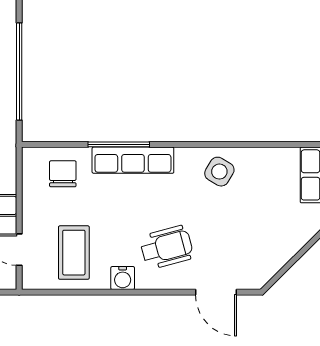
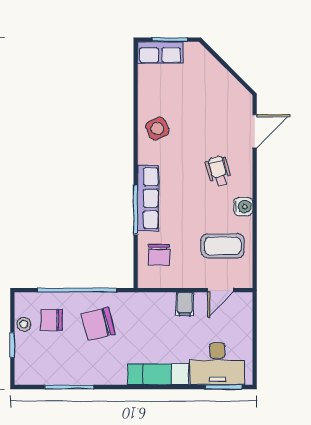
side table: (219, 172) -> (157, 129), turned 35
chair: (63, 174) -> (159, 255), turned -90
wheelchair: (167, 247) -> (218, 171), width x0.73, depth x0.73

